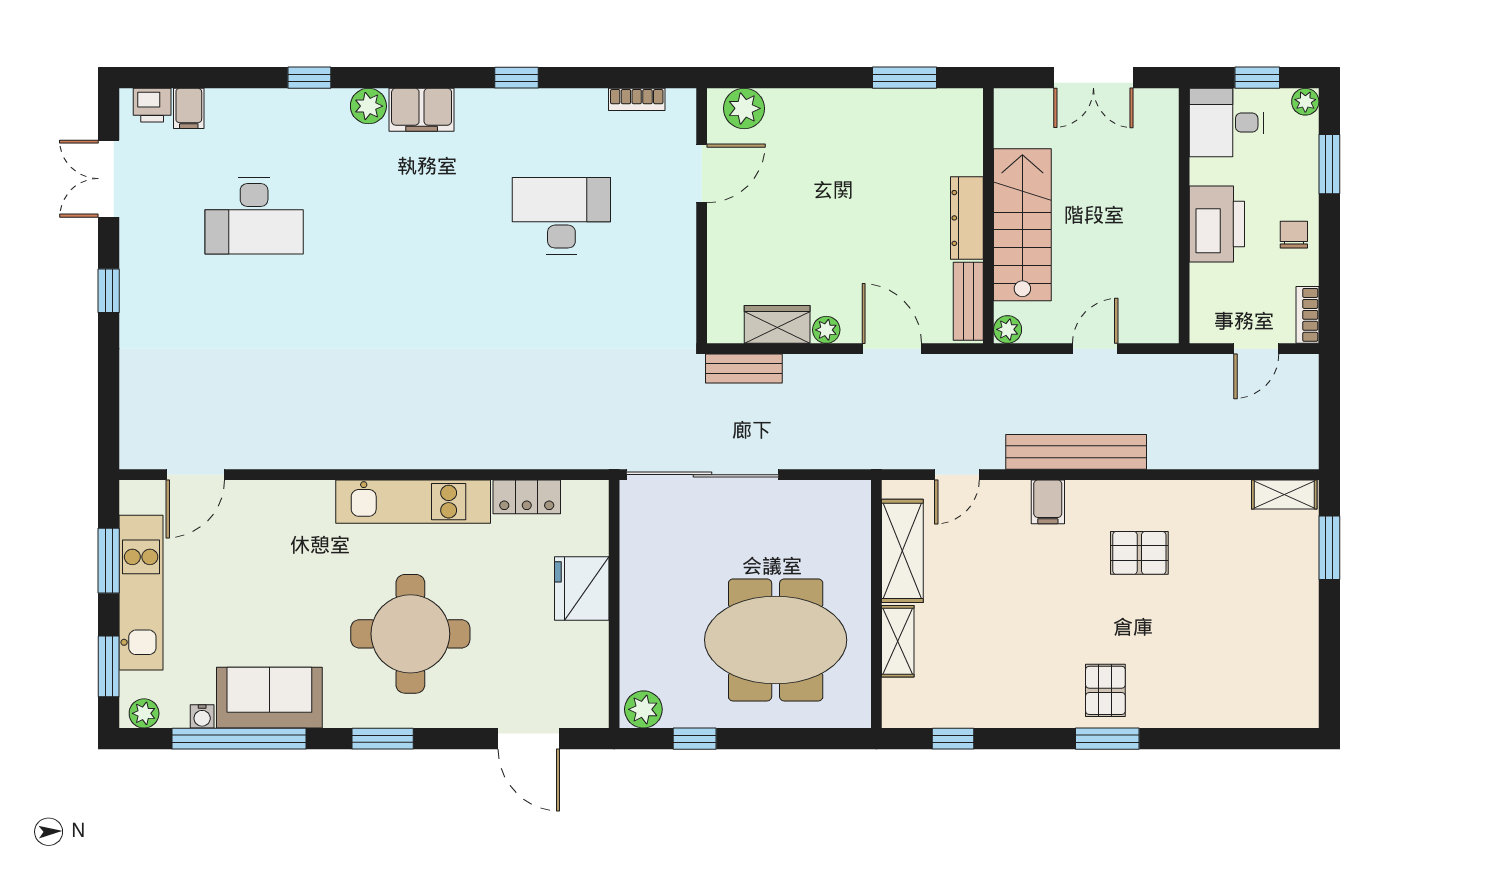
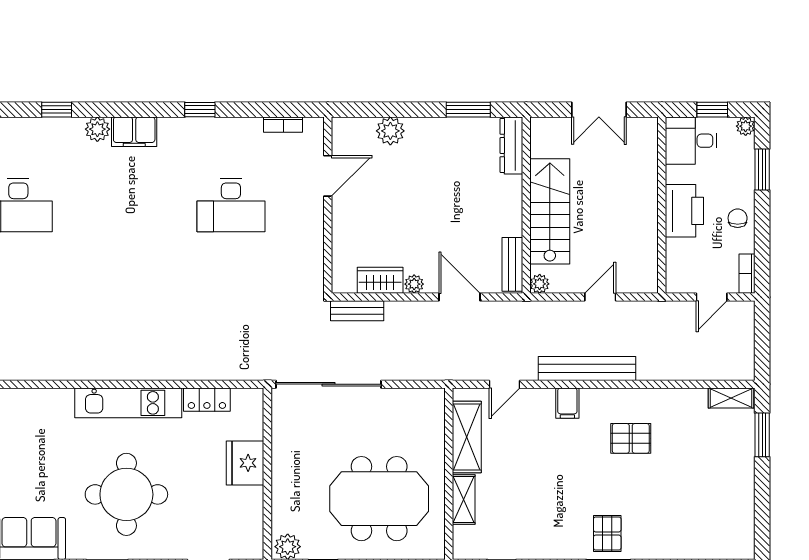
plant: (744, 108) -> (390, 131), moved
desk: (561, 216) -> (231, 205), turned 180
dresser: (967, 218) -> (511, 145), moved

